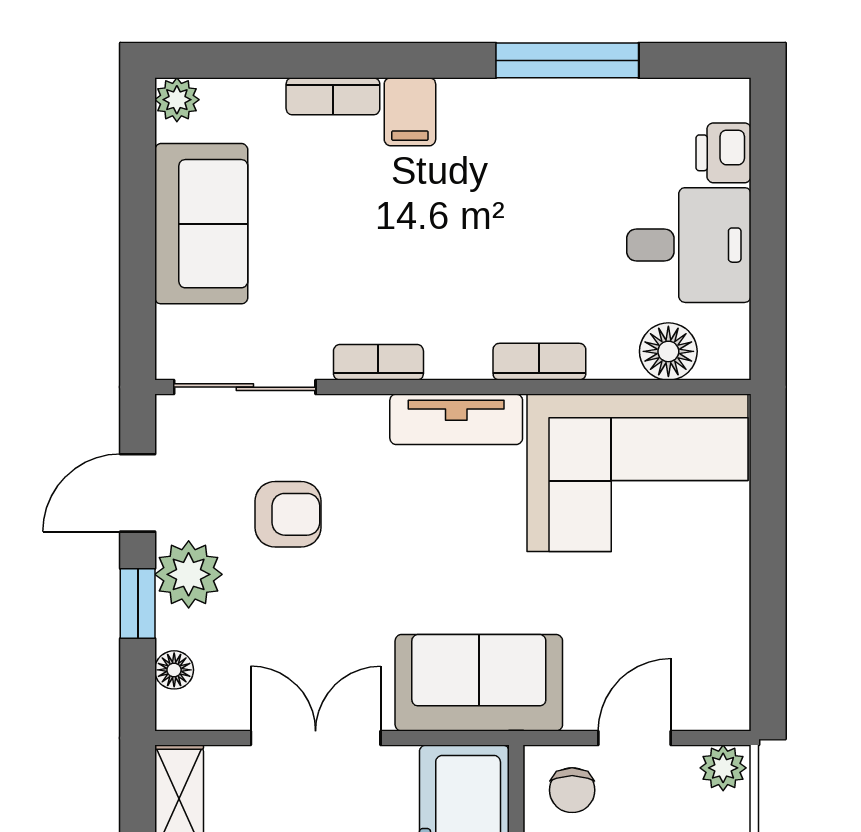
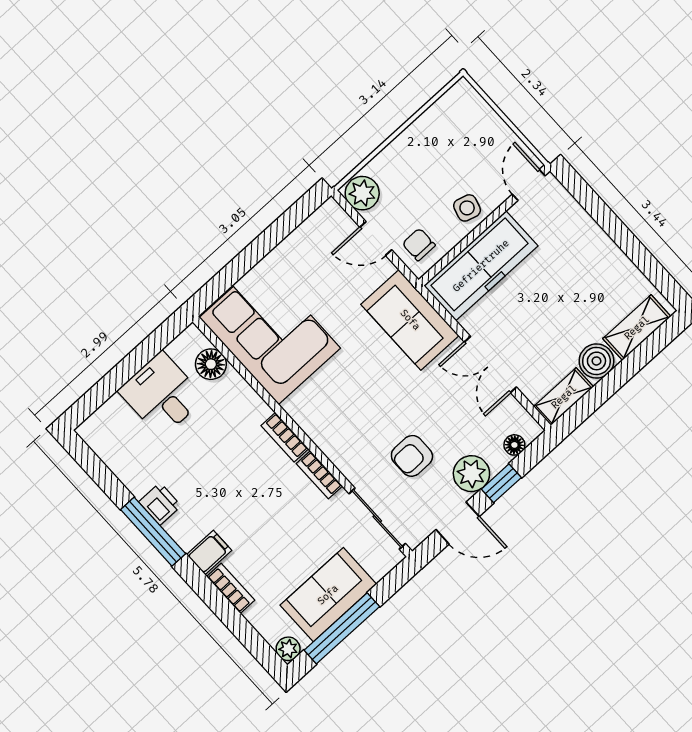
window: (567, 60) -> (153, 532), moved
printer: (724, 153) -> (160, 504), moved, turned -90
window: (138, 200) -> (342, 628), added
bookcase: (539, 362) -> (285, 437), moved
tv unit: (456, 419) -> (314, 424), removed
armchair: (288, 514) -> (412, 456), turned -90
plant: (723, 768) -> (362, 193), width x1.38, depth x1.38
chair: (572, 790) -> (419, 244), turned -90

